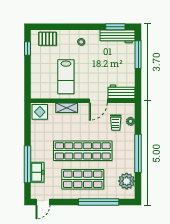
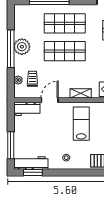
shop shelf: (83, 151) -> (65, 51), width x0.71
plant: (127, 181) -> (22, 47), moved

